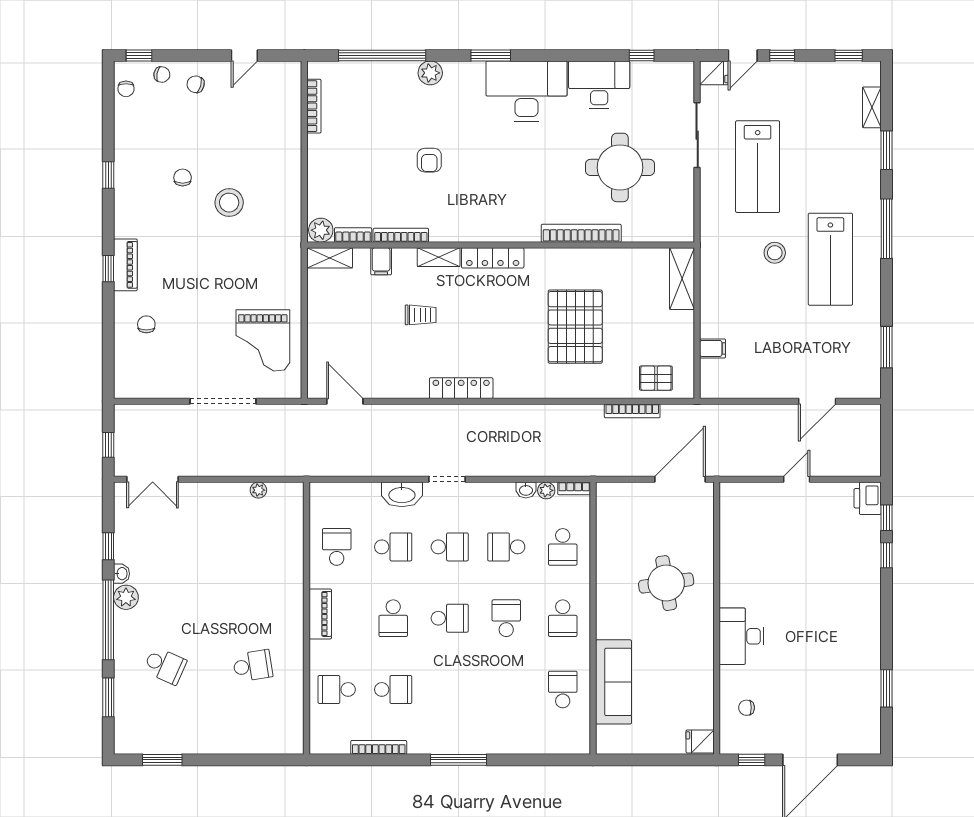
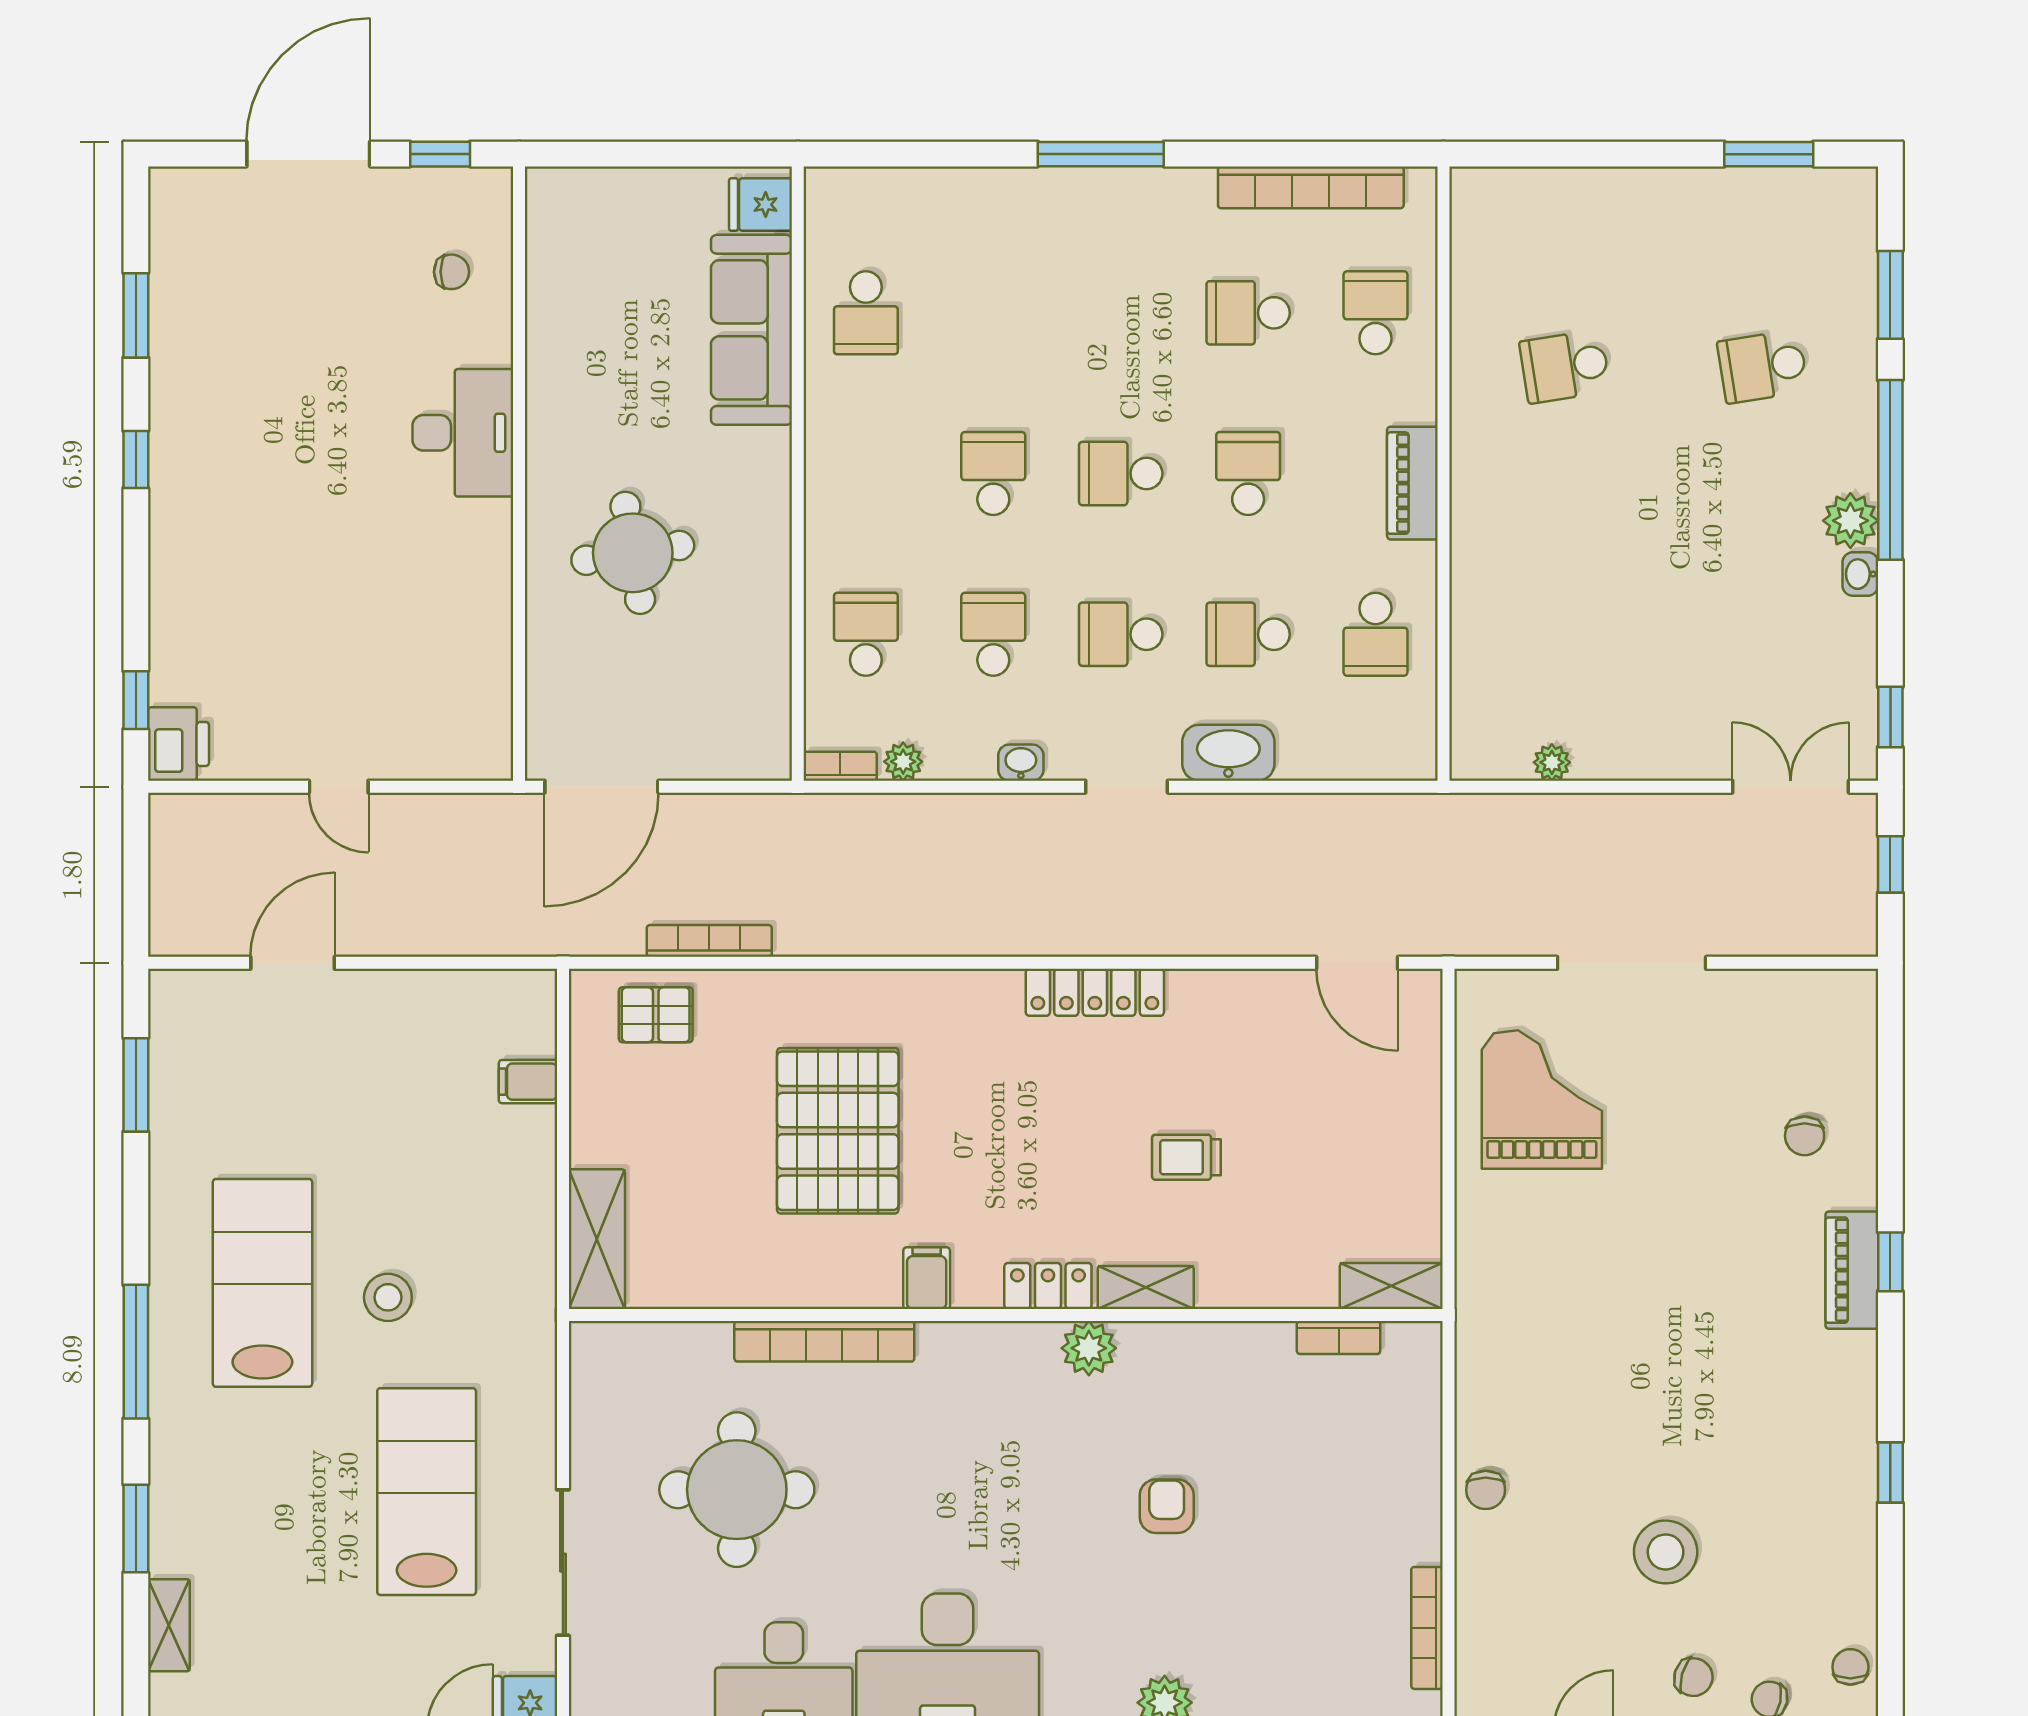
chair: (183, 178) -> (1486, 1490), moved
stool: (229, 203) -> (1666, 1552), moved
plant: (321, 230) -> (1089, 1348), moved
bookcase: (401, 235) -> (1231, 1337), removed
locker: (493, 258) -> (1048, 1286), width x0.66
filing cabinet: (381, 261) -> (927, 1278), moved
door: (797, 479) -> (339, 787), hinge flipped
washbasin: (526, 490) -> (1021, 763), moved
window: (108, 546) -> (1890, 717), moved
school desk: (506, 547) -> (993, 634), turned -90
window: (887, 555) -> (136, 459), moved
school desk: (506, 618) -> (993, 474), turned 180
school desk: (563, 618) -> (866, 474), removed
school desk: (165, 666) -> (1763, 366), turned -33
school desk: (337, 689) -> (1375, 313), turned -90
fridge: (700, 741) -> (761, 205), moved, turned 180
bookcase: (379, 747) -> (1311, 187), width x1.48, depth x1.31

